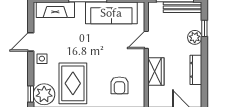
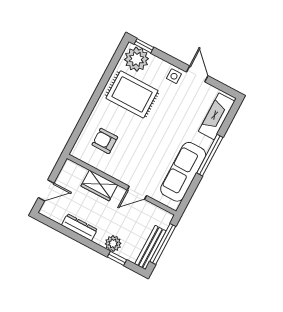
door: (146, 40) -> (137, 193), swing flipped

